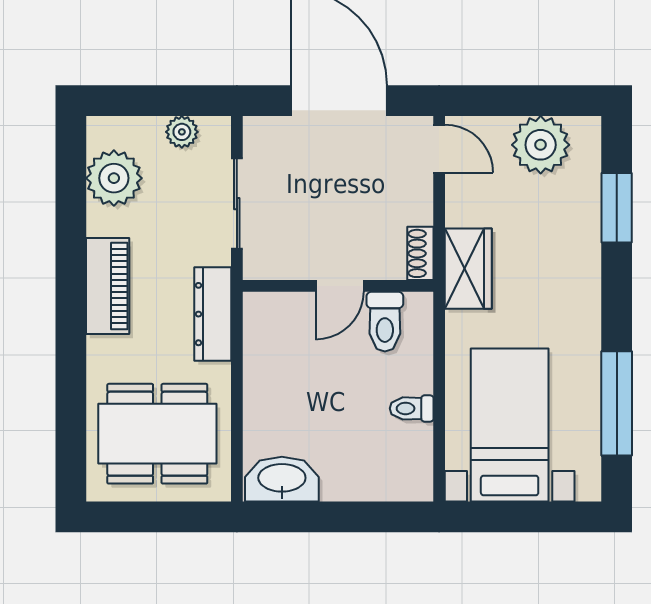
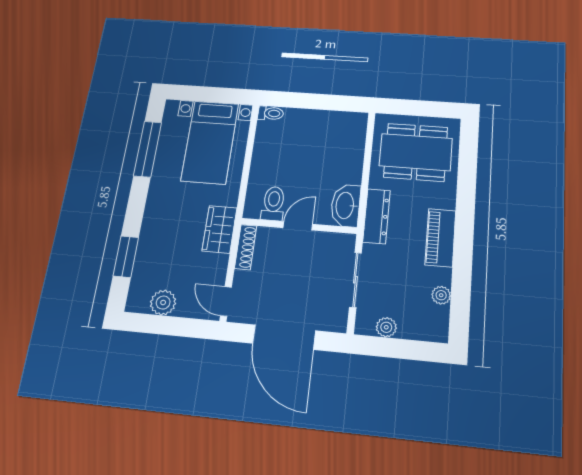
plant: (541, 145) -> (163, 303), width x0.73, depth x0.73
plant: (114, 178) -> (441, 295), width x0.53, depth x0.53
shoe rack: (420, 253) -> (246, 247), width x1.43
toilet: (412, 408) -> (271, 113), moved
washbasin: (282, 479) -> (346, 205), moved, turned 90

